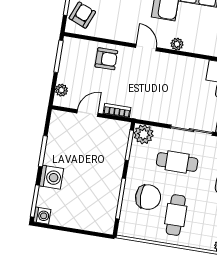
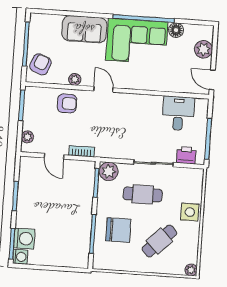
plant: (177, 44) -> (75, 79), moved
door: (88, 113) -> (54, 156), swing flipped
washing machine: (51, 177) -> (24, 239), moved
cafe table: (176, 215) -> (159, 241), moved, turned 45

